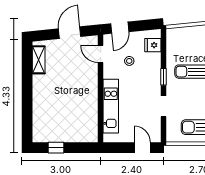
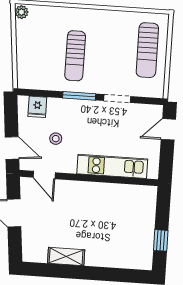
door: (101, 54) -> (44, 175), hinge flipped
shelving: (39, 60) -> (66, 256), moved
window: (164, 77) -> (79, 96), width x1.50

